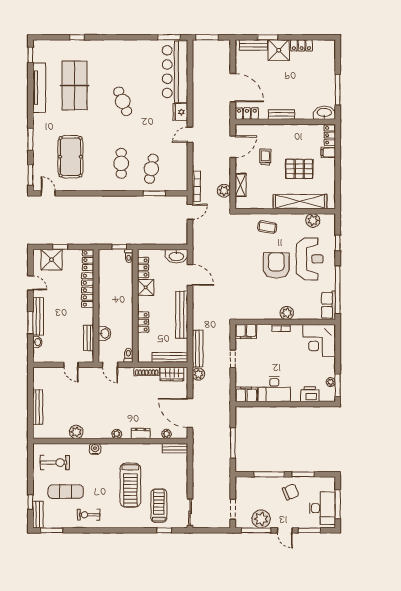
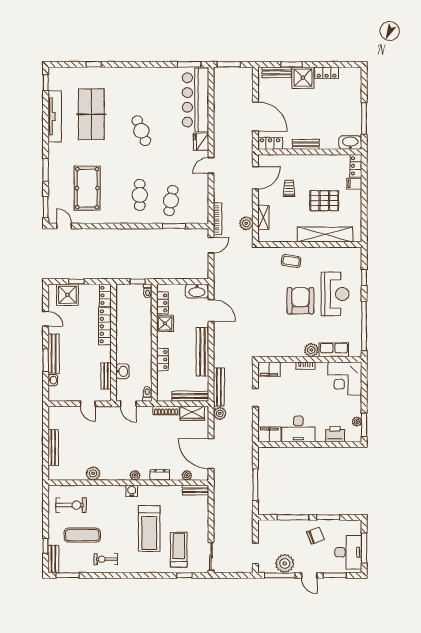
plant: (313, 221) -> (338, 254), removed
row of seats: (328, 305) -> (334, 350), moved, turned 90
water cooler: (95, 449) -> (132, 491), moved

